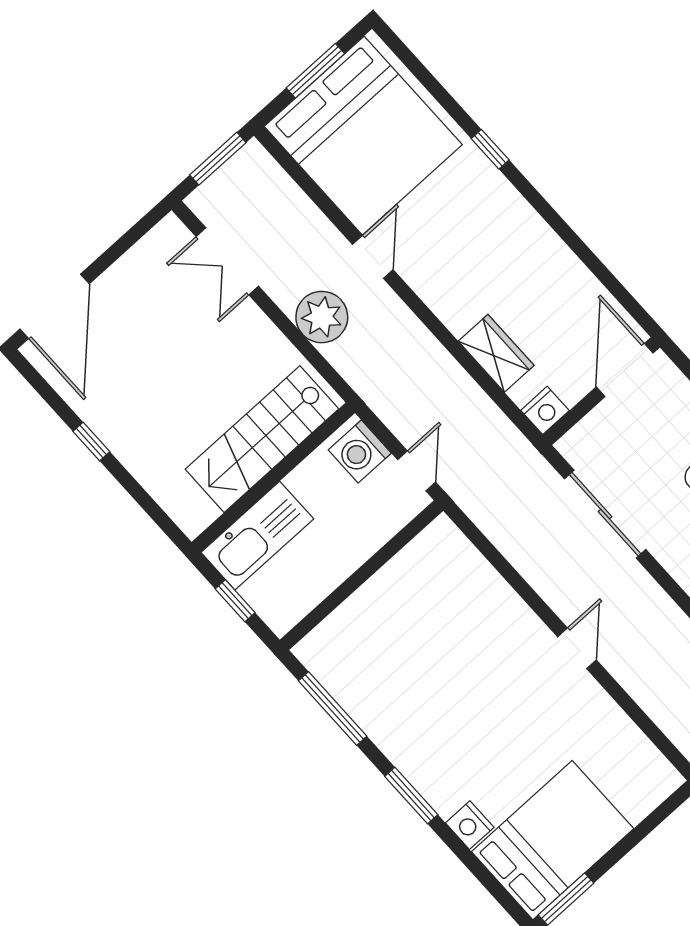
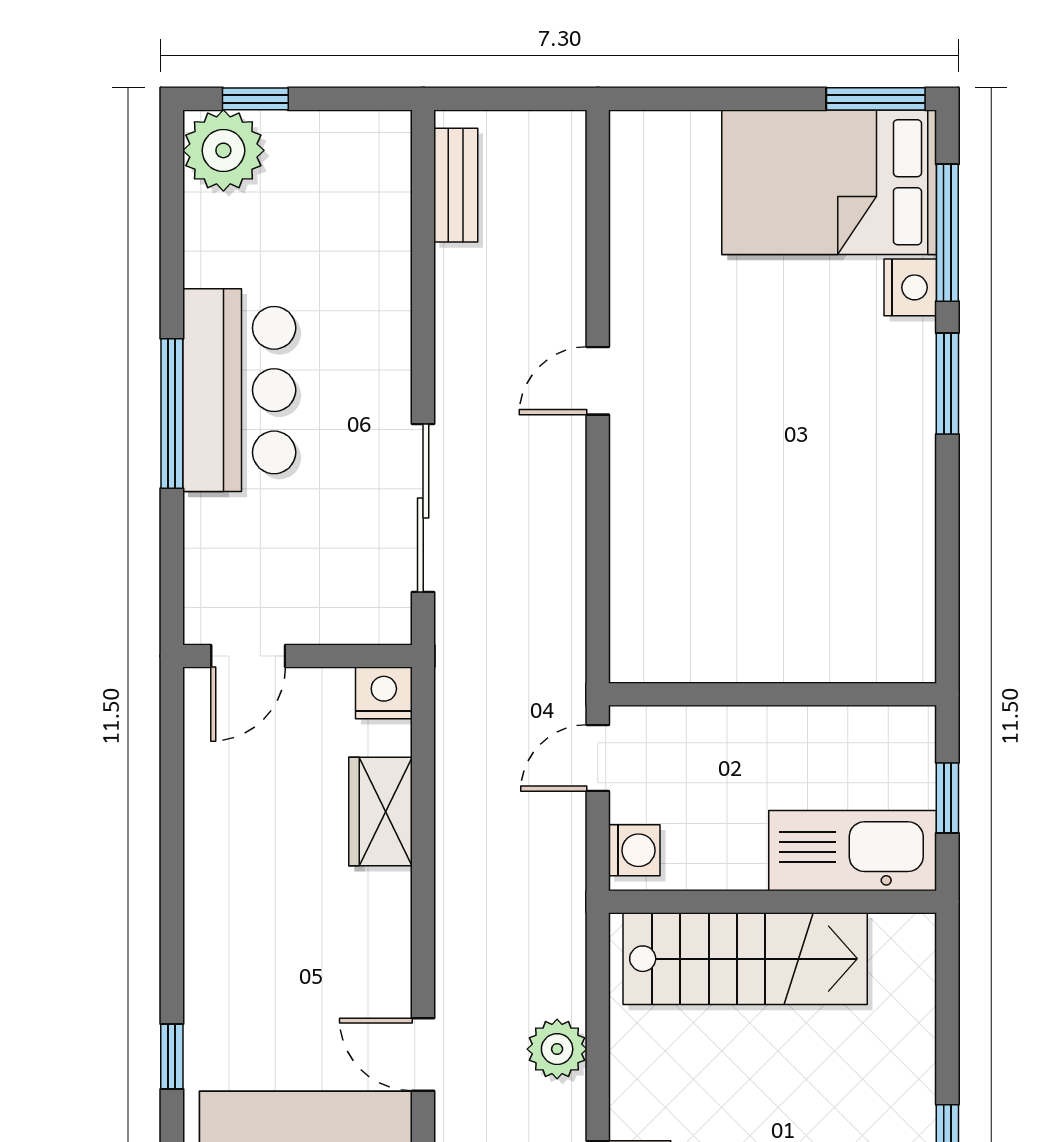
door: (373, 257) -> (423, 1054), hinge flipped
plant: (322, 317) -> (557, 1049), width x0.73, depth x0.73
door: (625, 370) -> (248, 656), width x0.73
washing machine: (360, 452) -> (634, 850), width x0.73, depth x0.73
window: (333, 708) -> (947, 233), moved

